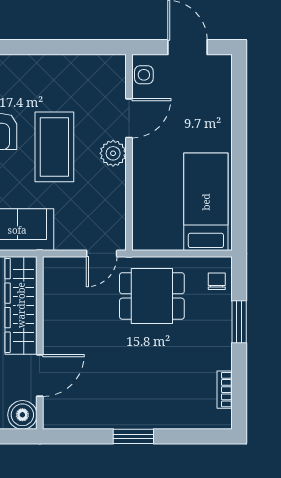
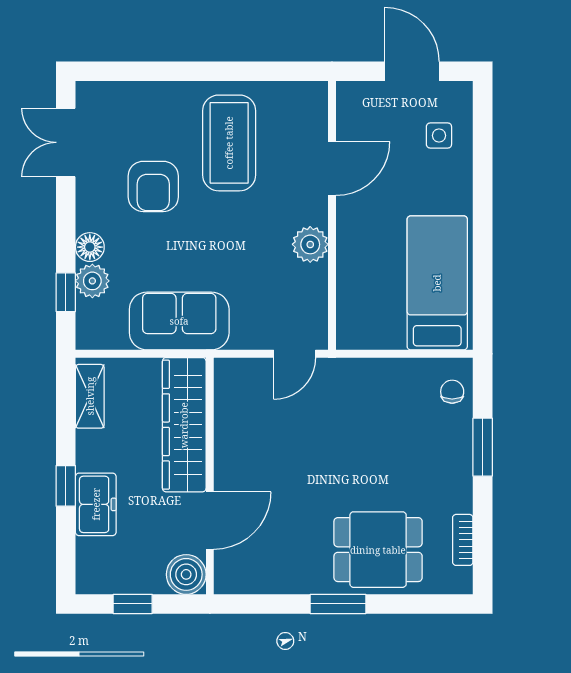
side table: (144, 75) -> (439, 136), moved
coffee table: (54, 147) -> (229, 143), moved
plant: (113, 153) -> (310, 244), moved
dining table: (152, 296) -> (378, 550), moved

